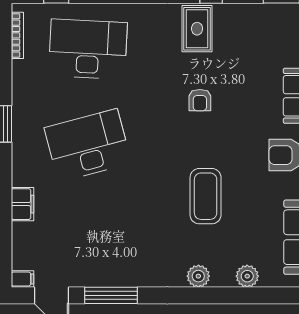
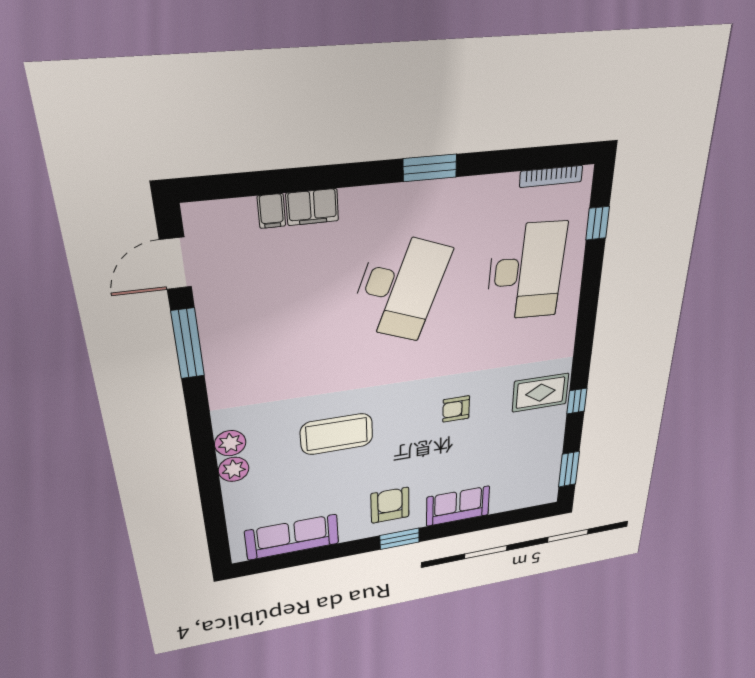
desk: (88, 145) -> (400, 287), turned 36
plant: (247, 276) -> (234, 469), moved
filing cabinet: (23, 279) -> (271, 211), moved

